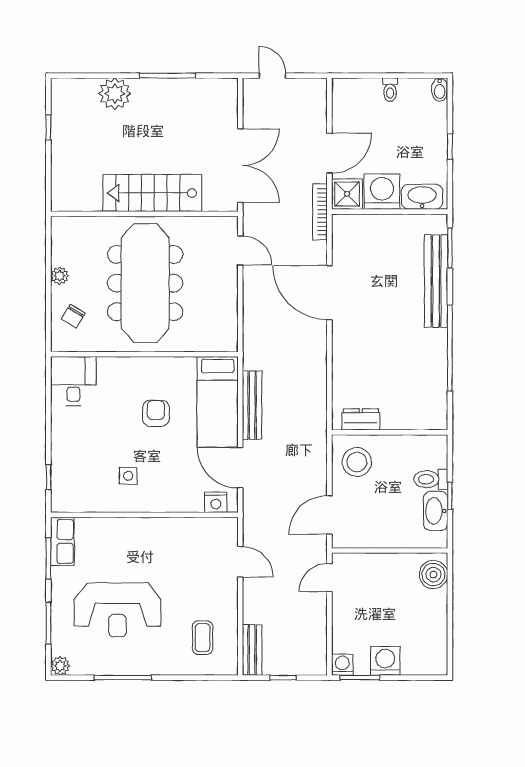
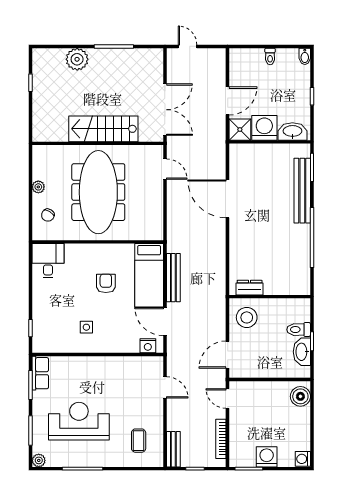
bookcase: (320, 212) -> (221, 439), moved
door: (329, 578) -> (228, 399), hinge flipped
reception desk: (117, 610) -> (79, 421), turned 180
washing machine: (342, 665) -> (303, 459), moved, turned -90

